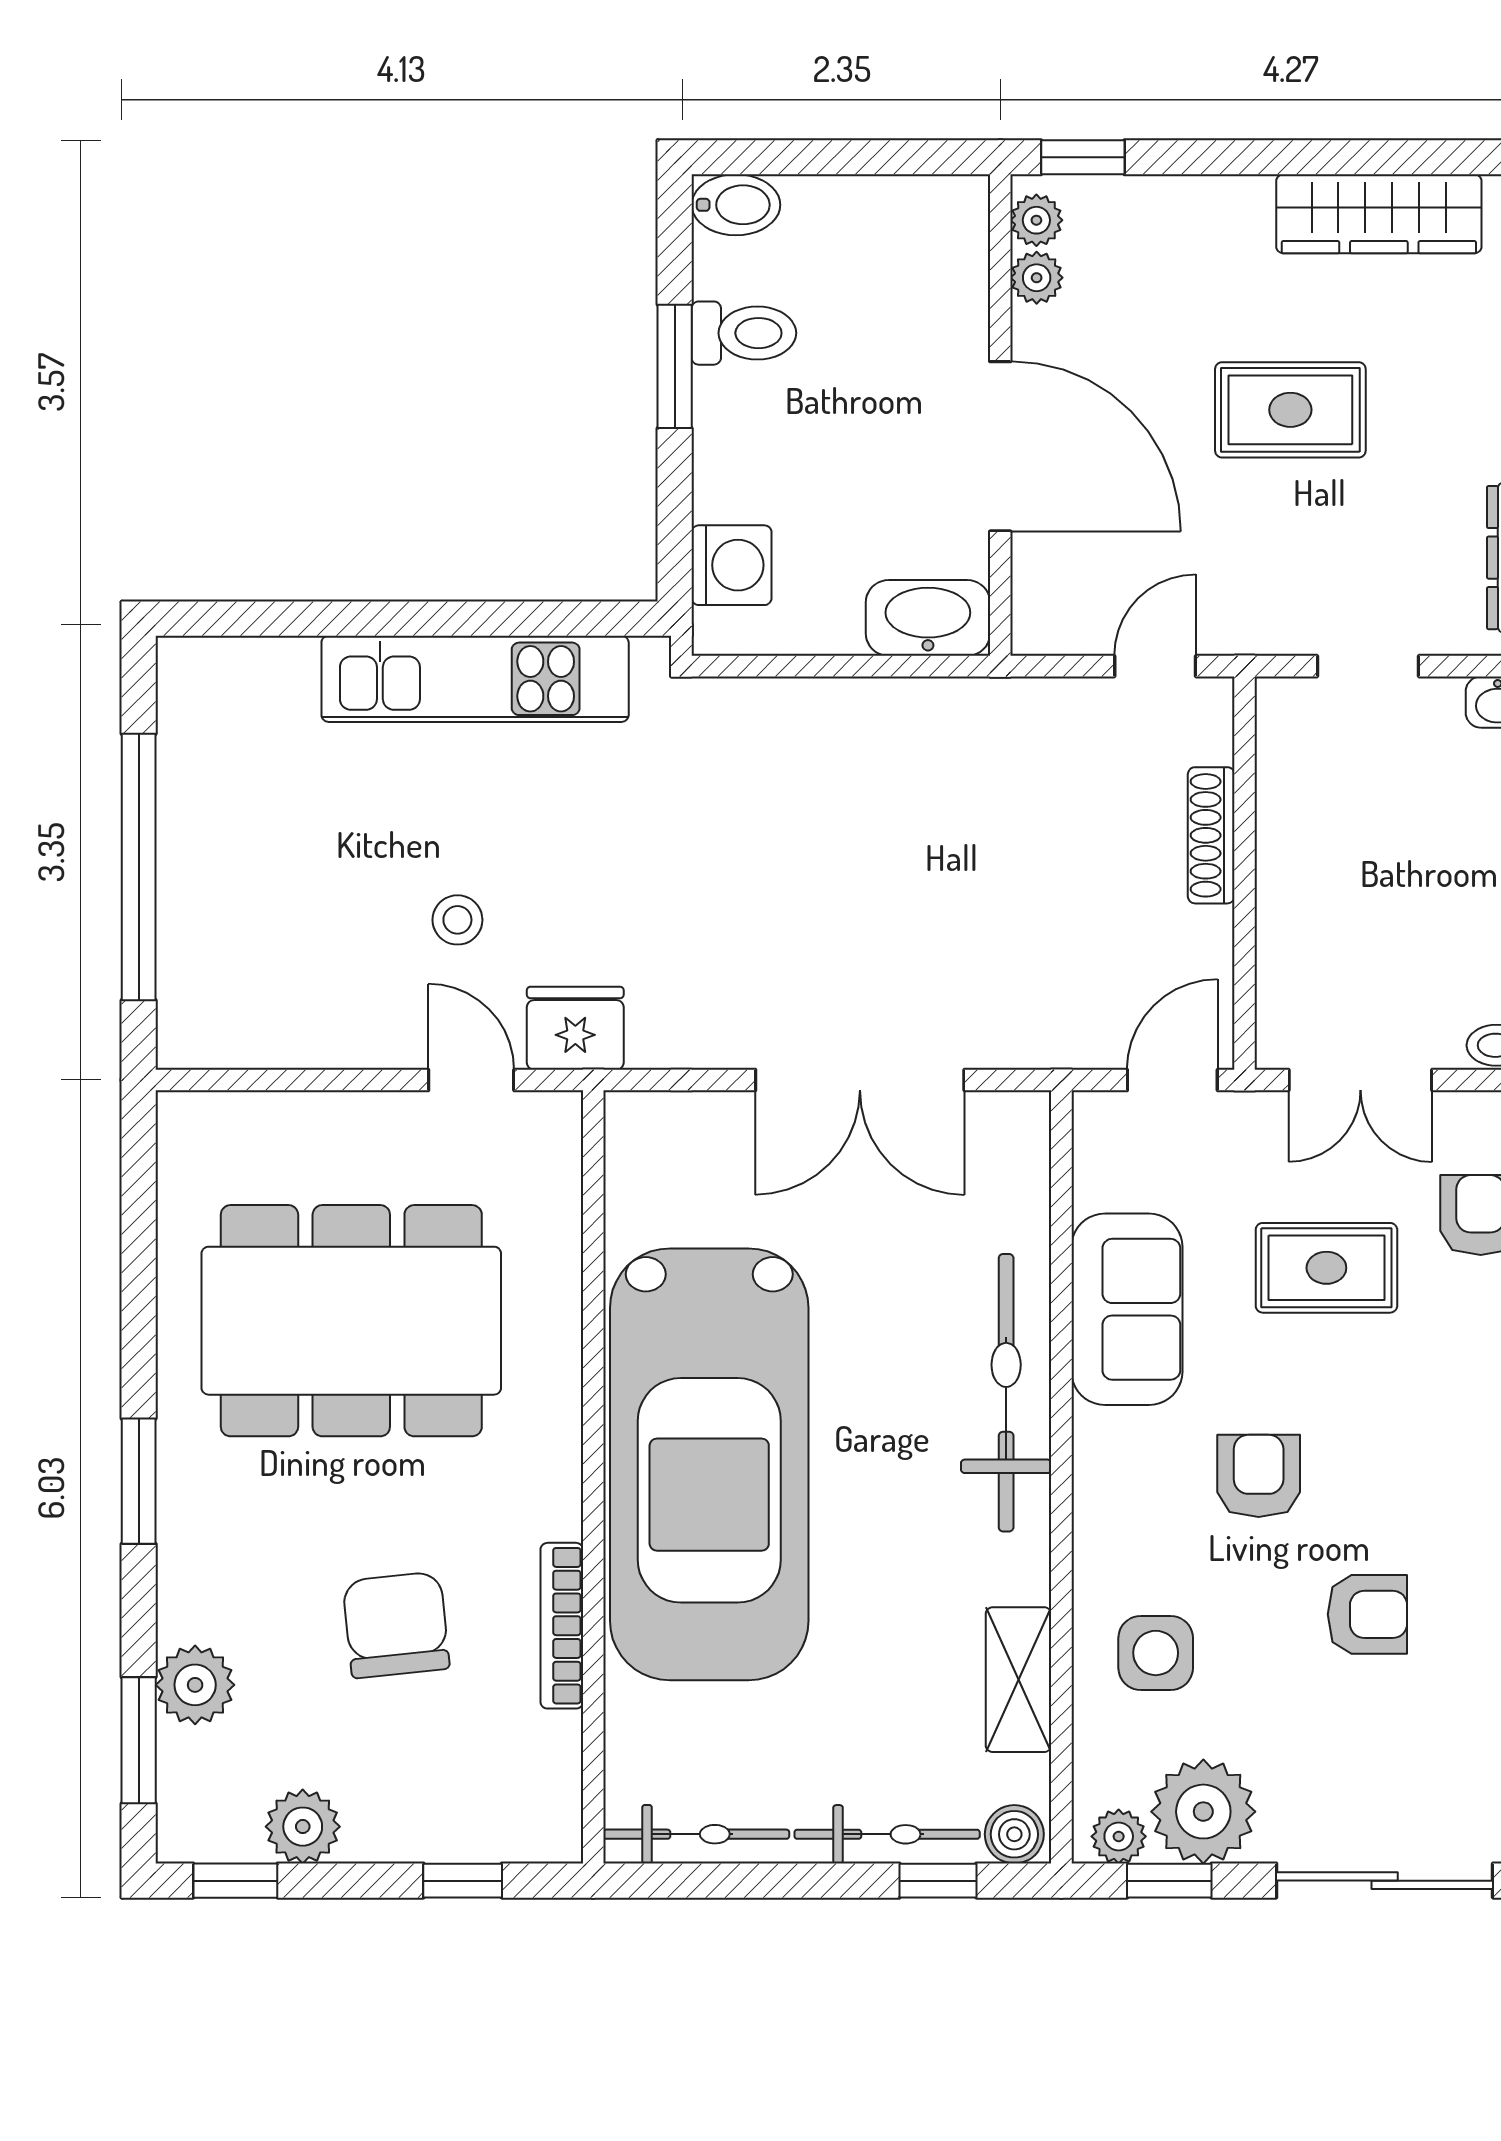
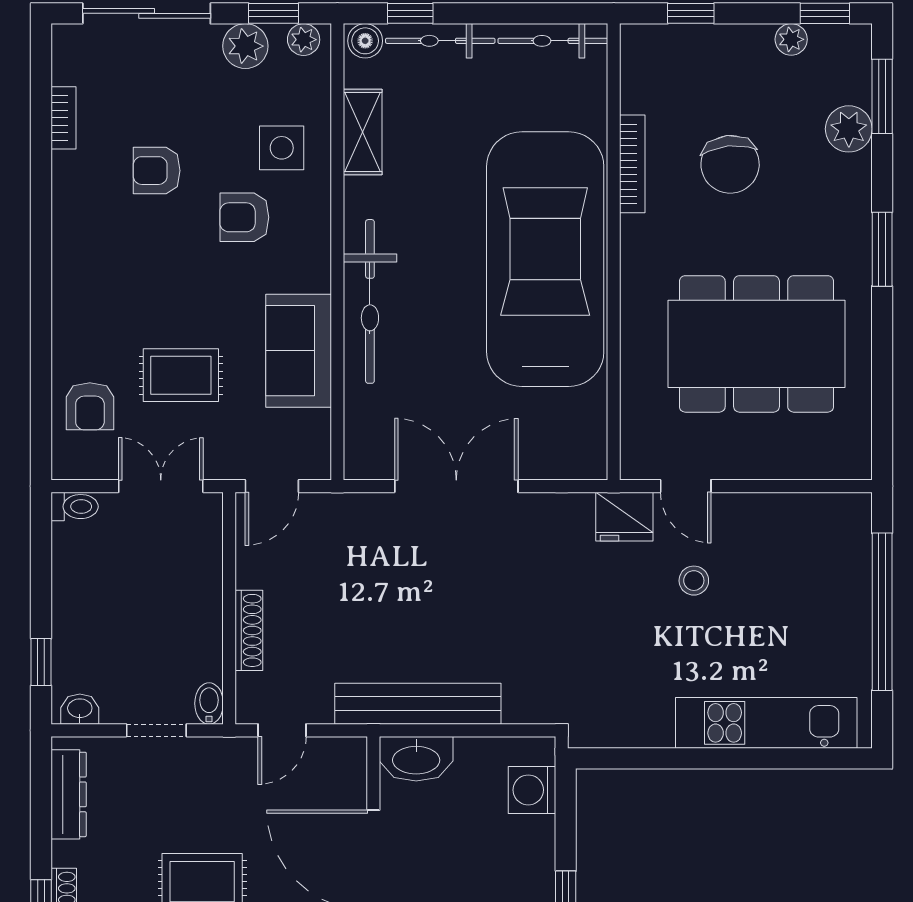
kitchen unit: (475, 679) -> (766, 723), moved
bench: (925, 711) -> (418, 704), added
bidet: (1279, 712) -> (209, 703), added
armchair: (1259, 1476) -> (244, 217), moved, turned 90
plant: (1203, 1812) -> (245, 46), width x0.73, depth x0.73
plant: (303, 1827) -> (791, 39), width x0.73, depth x0.73

